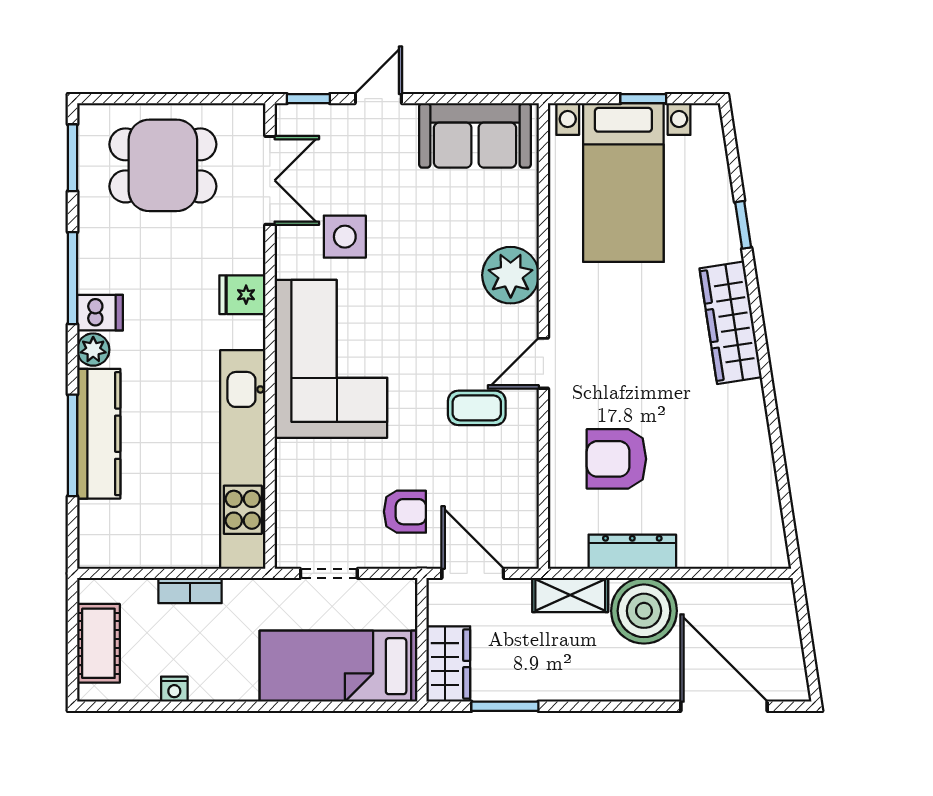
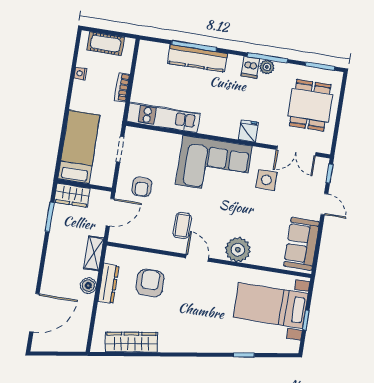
wardrobe: (731, 323) -> (131, 342), moved
plant: (93, 350) -> (267, 67), moved
kitchen unit: (243, 459) -> (163, 118), width x0.73
boiler: (644, 611) -> (88, 286), width x0.54, depth x0.54

